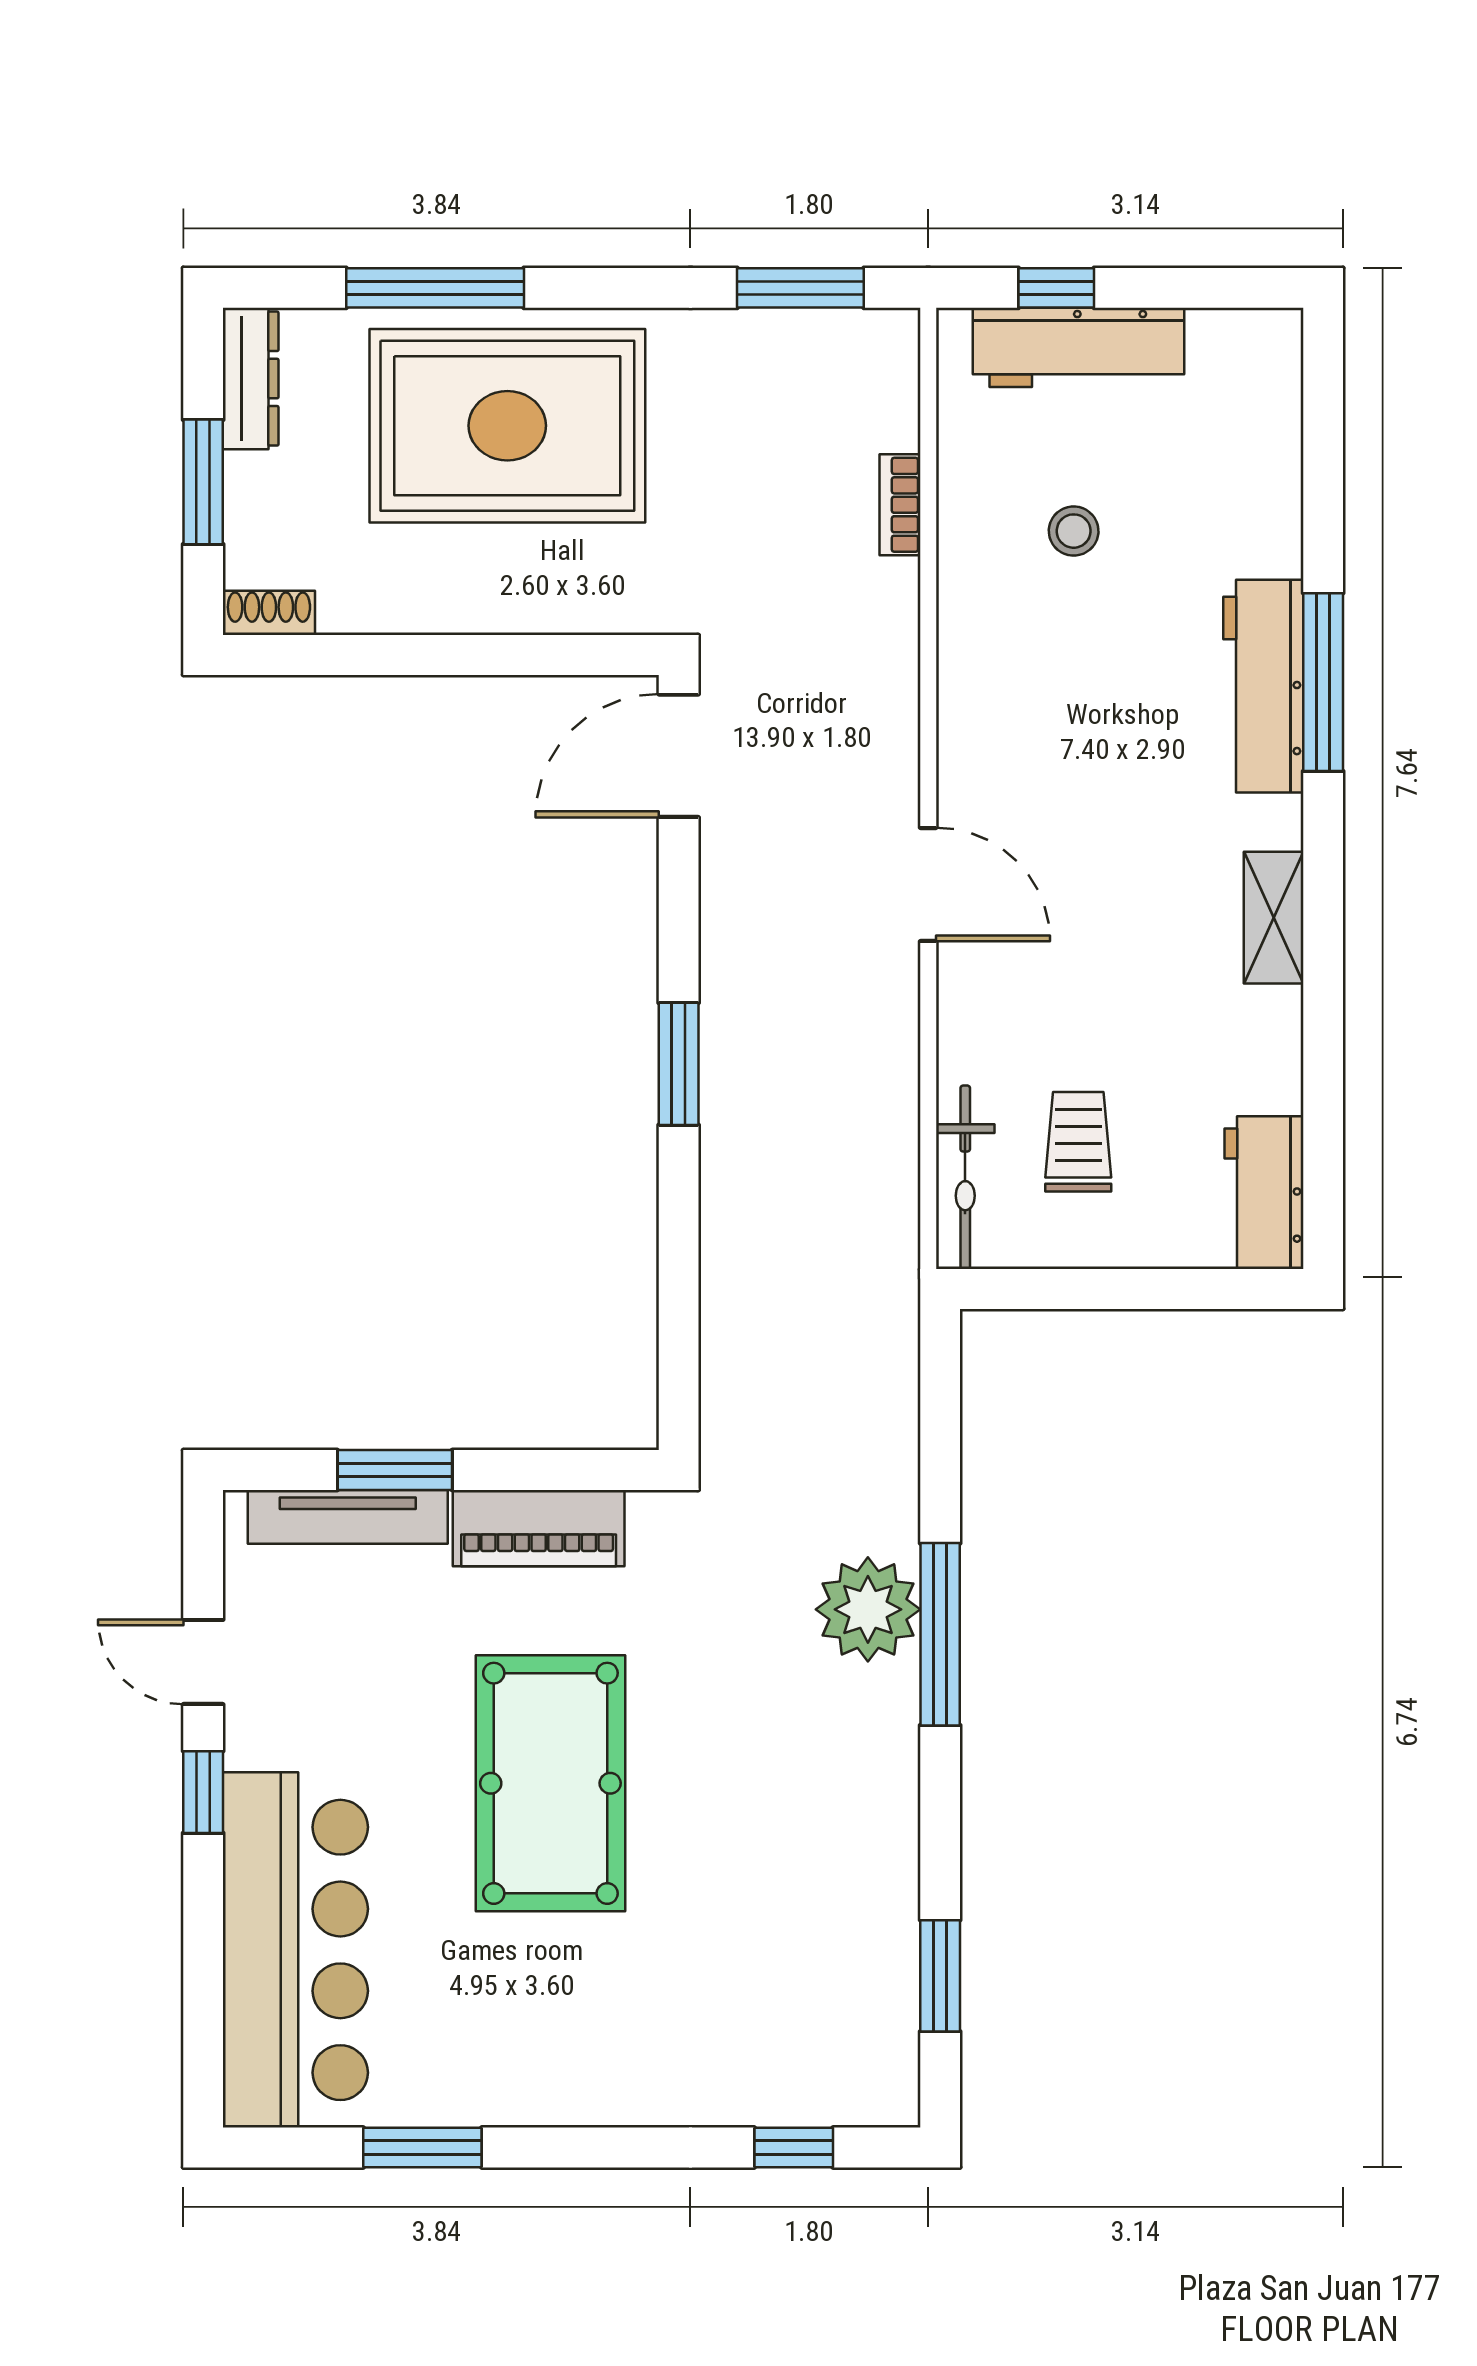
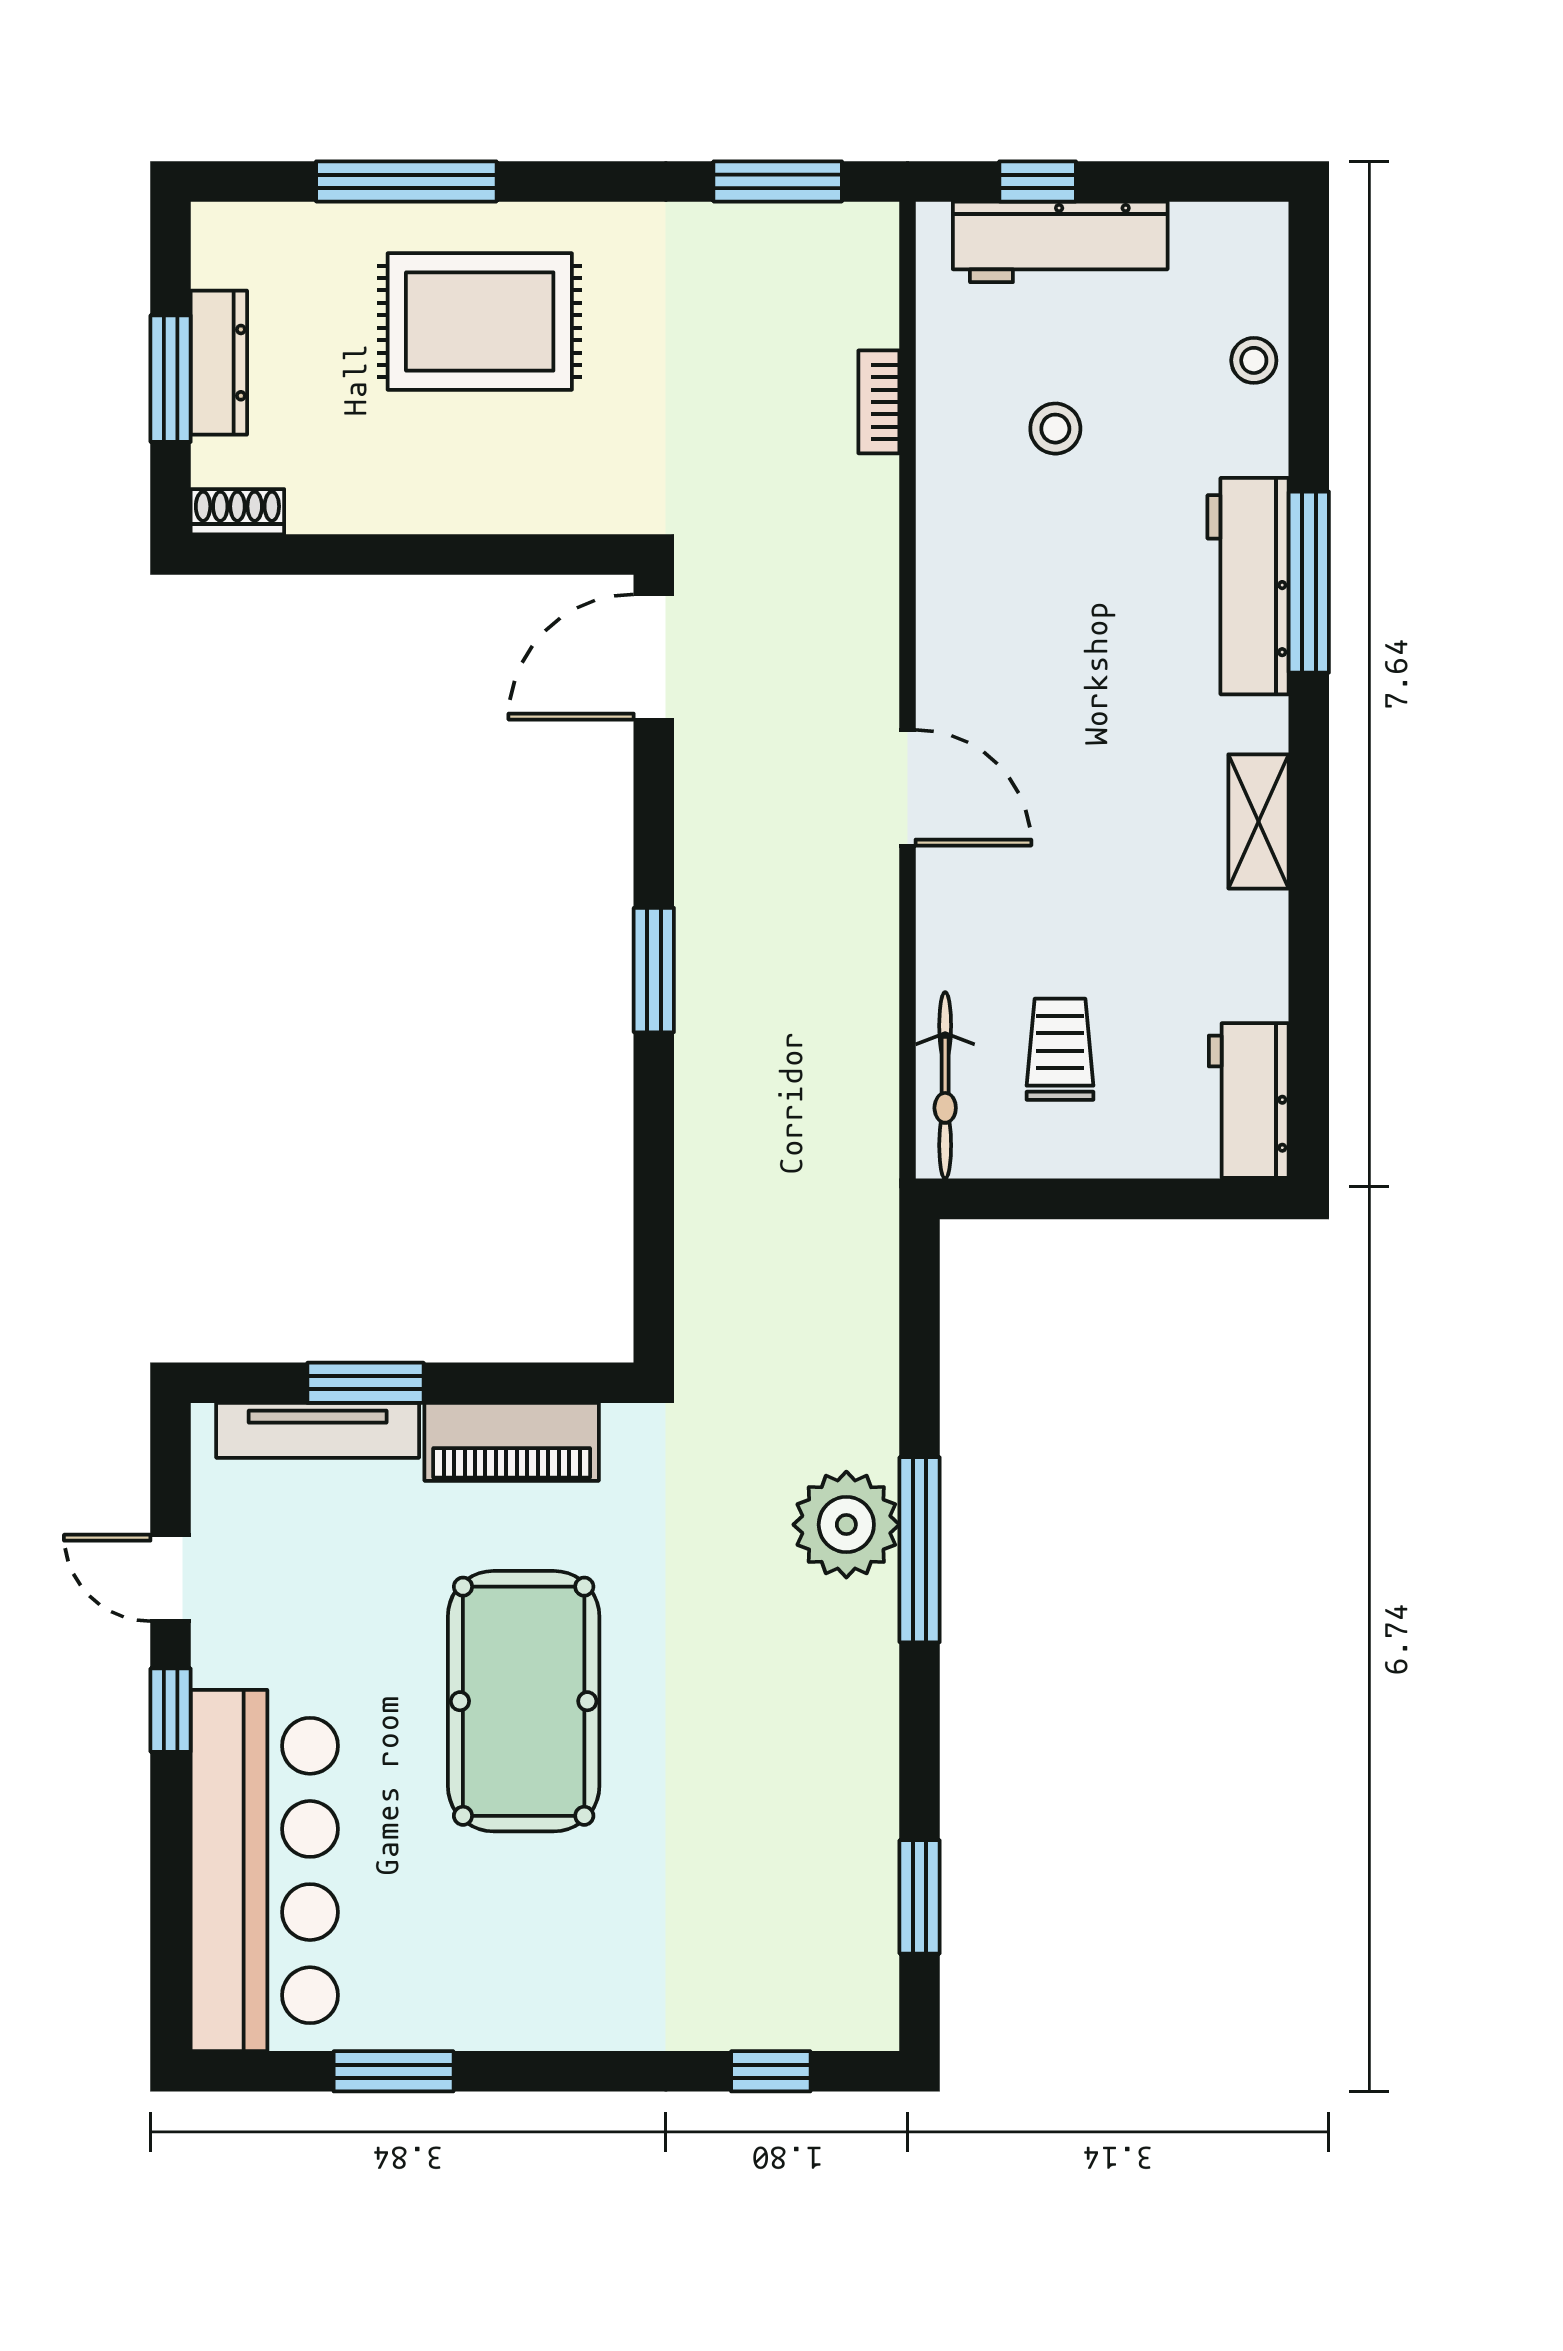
dresser: (251, 379) -> (219, 363), moved
rug: (507, 426) -> (480, 322), width x0.73, depth x0.69
stool: (1269, 464) -> (1254, 360), added

